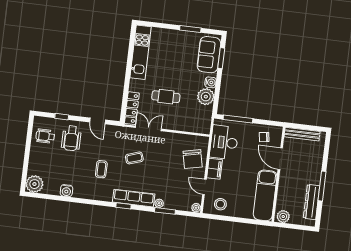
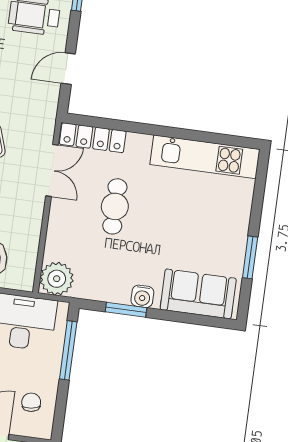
window: (221, 58) -> (126, 310), moved
plant: (206, 97) -> (57, 279), moved

